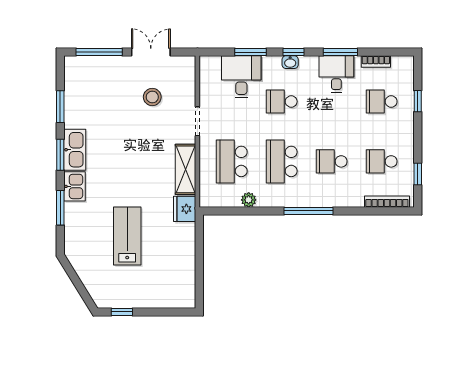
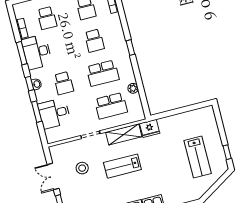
desk: (336, 74) -> (37, 52), width x1.37
lab bench: (140, 156) -> (122, 166), added
window: (309, 211) -> (130, 47), width x0.46
lab bench: (127, 236) -> (198, 157), moved, turned -90

